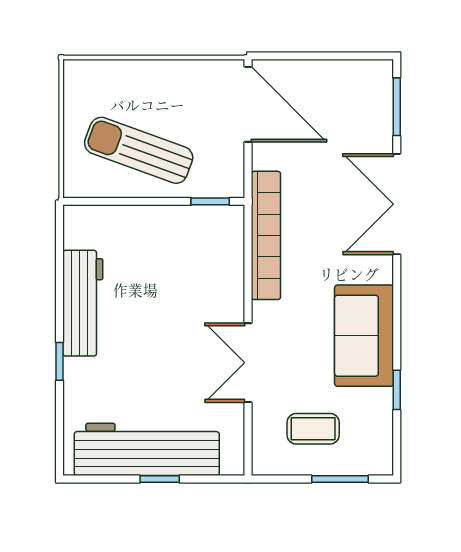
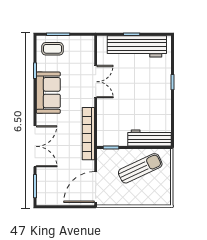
door: (248, 104) -> (96, 187), hinge flipped
sun lounger: (139, 150) -> (140, 168), turned -45
workbench: (83, 303) -> (149, 138), moved, turned 90
coffee table: (313, 429) -> (53, 49), moved

